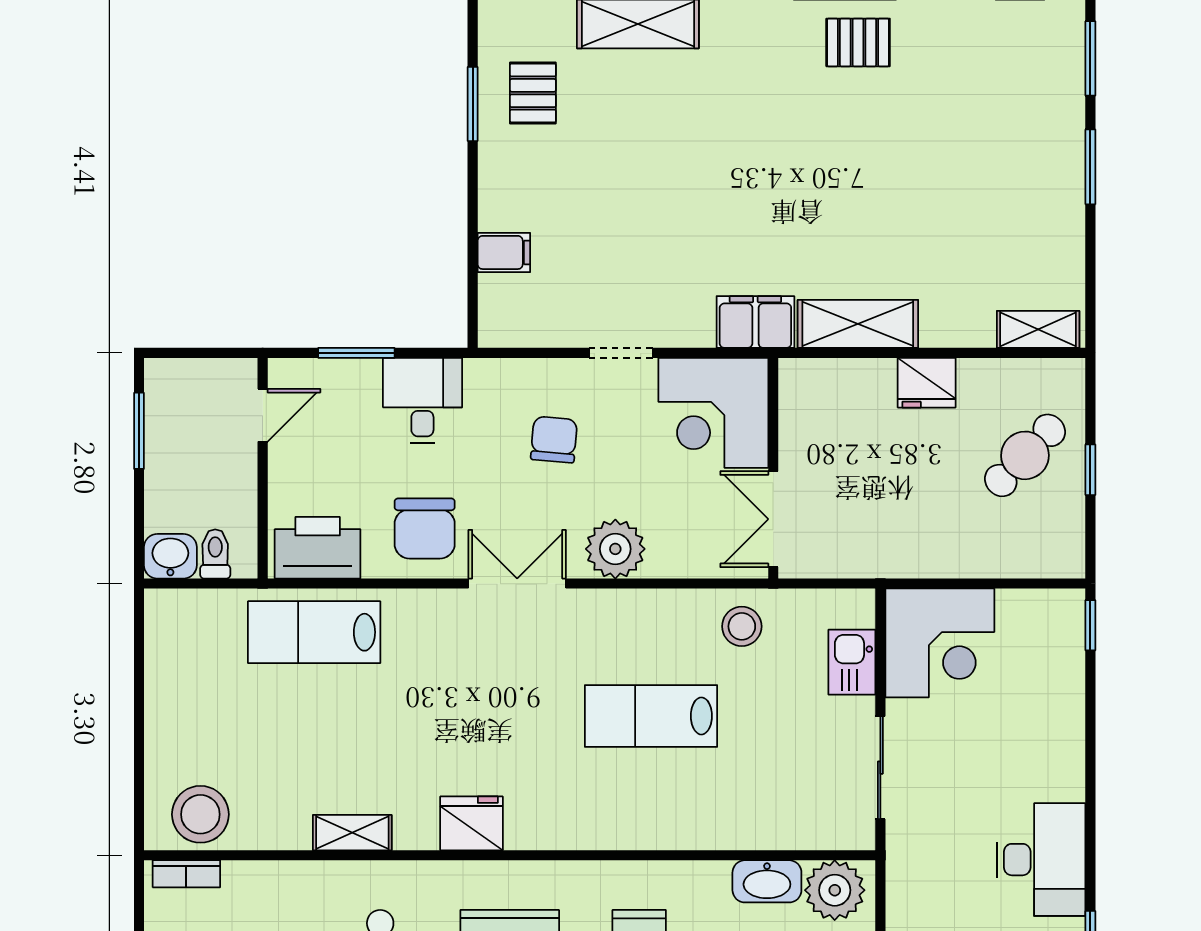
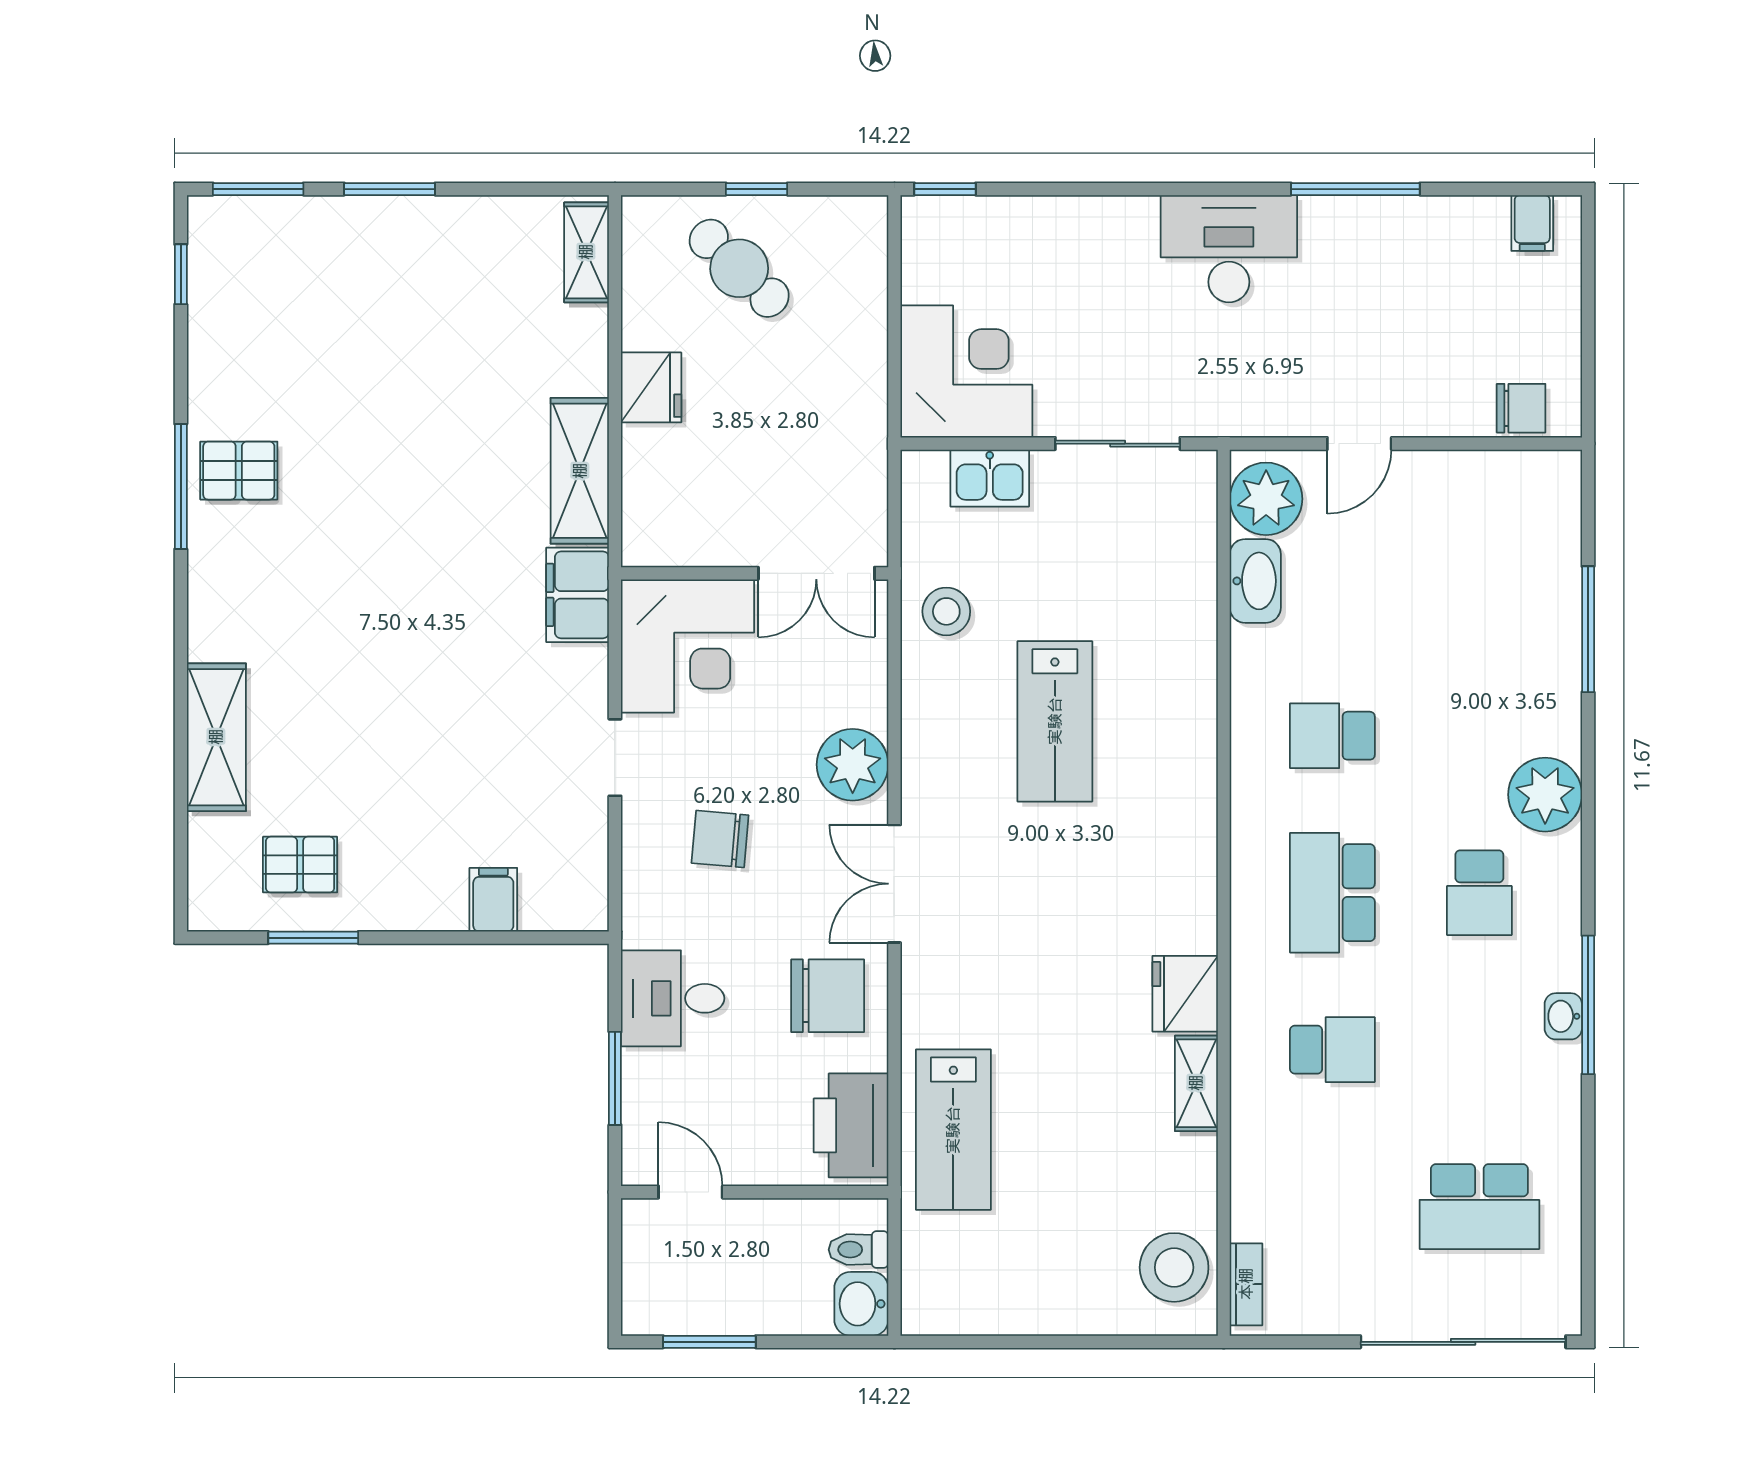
pallet: (858, 42) -> (239, 471), turned 90
fridge: (472, 823) -> (1185, 994), moved

